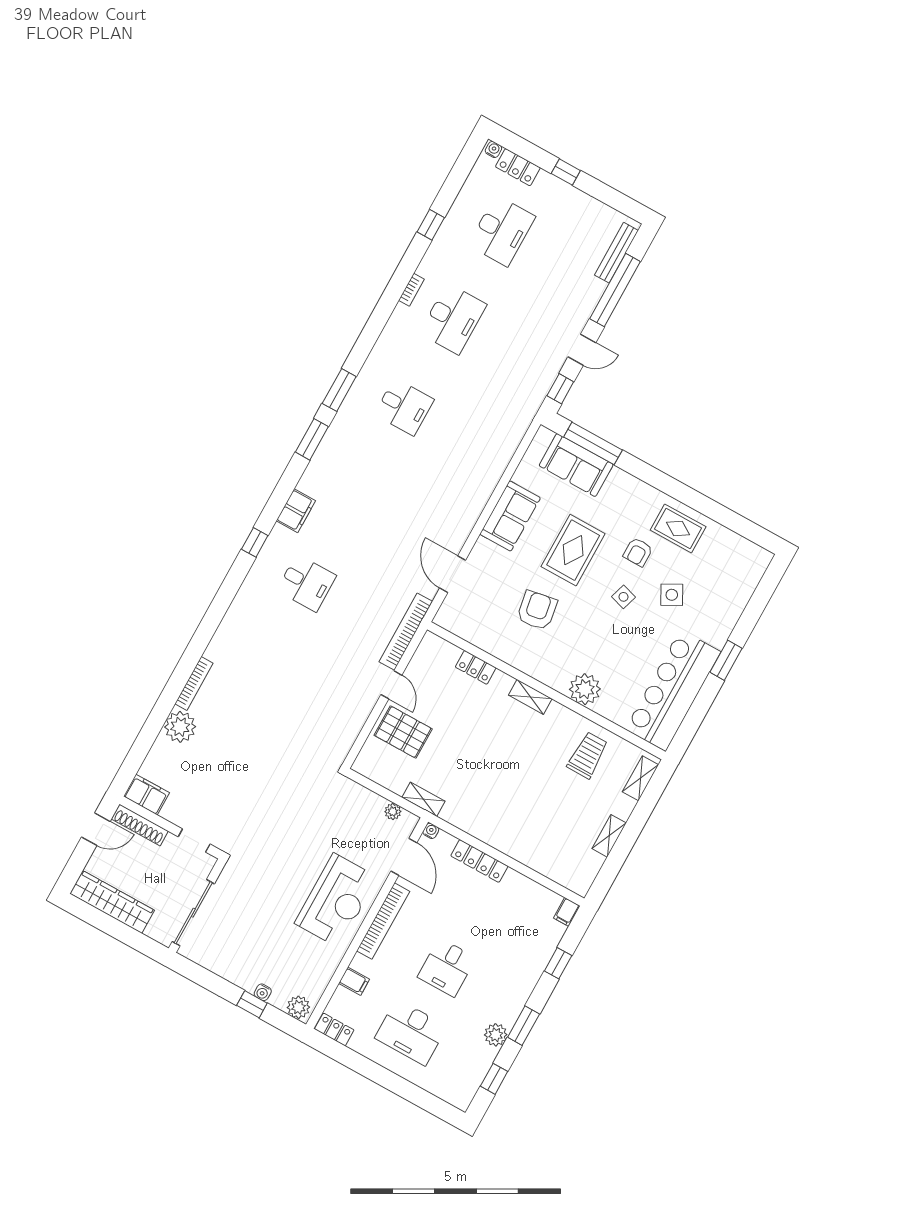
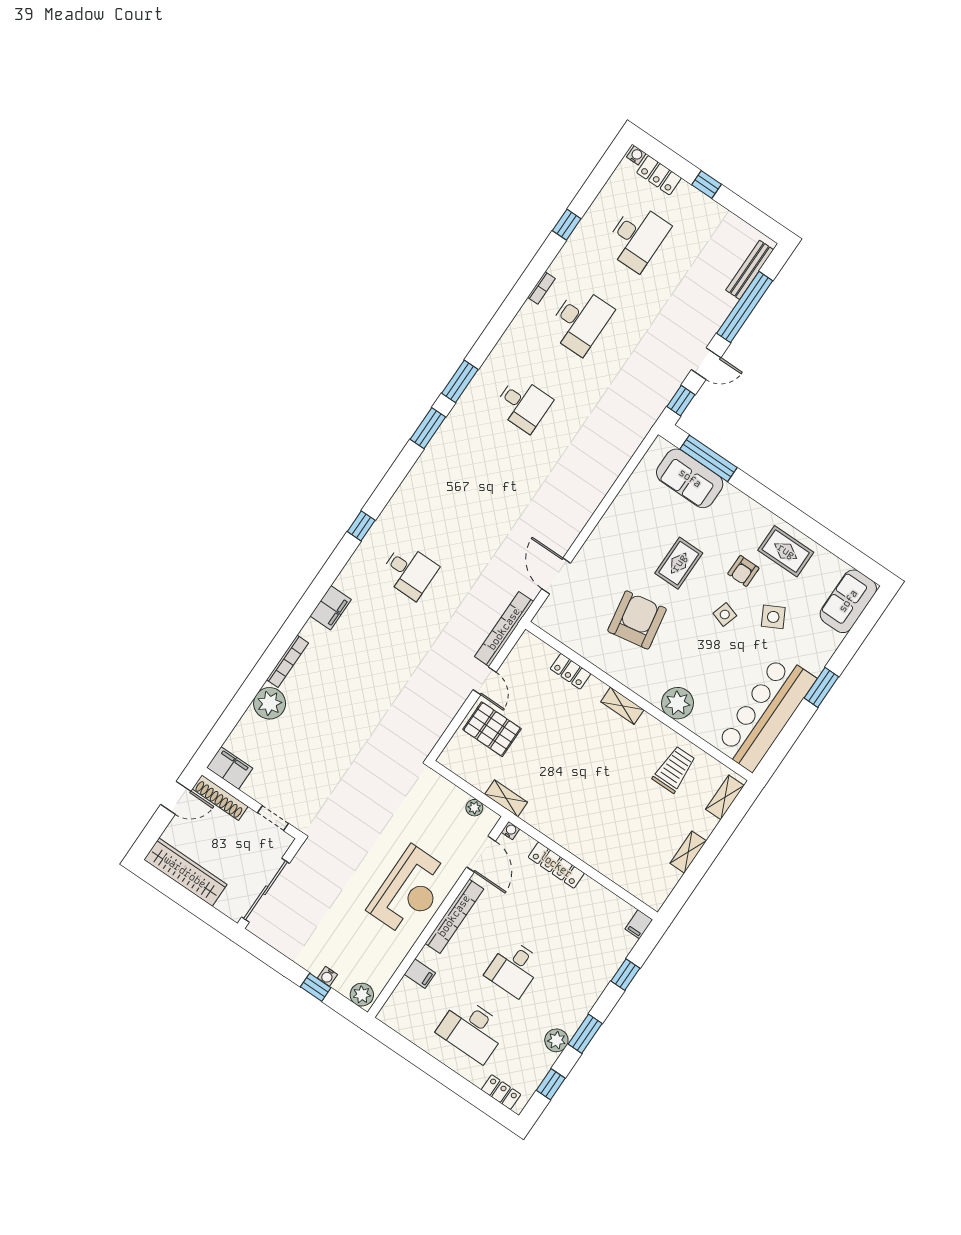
filing cabinet: (296, 511) -> (331, 608), moved
sofa: (510, 516) -> (848, 601), moved, turned 180
rug: (573, 550) -> (679, 563), width x0.73, depth x0.70
armchair: (537, 610) -> (637, 620), width x1.36, depth x1.36
locker: (334, 1030) -> (501, 1092), moved

